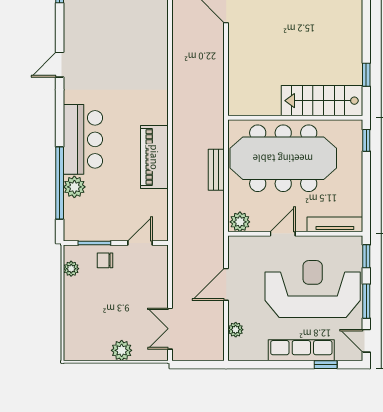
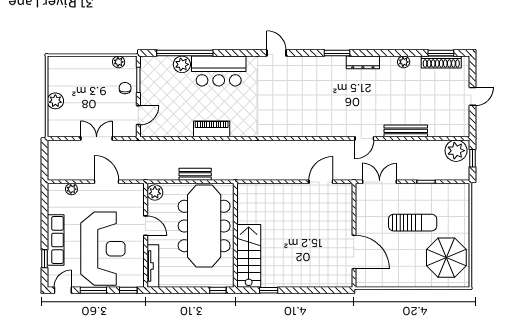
piano: (154, 157) -> (212, 129), width x0.73, depth x0.75
door: (140, 243) -> (138, 115), hinge flipped
double door: (170, 329) -> (97, 138), moved

